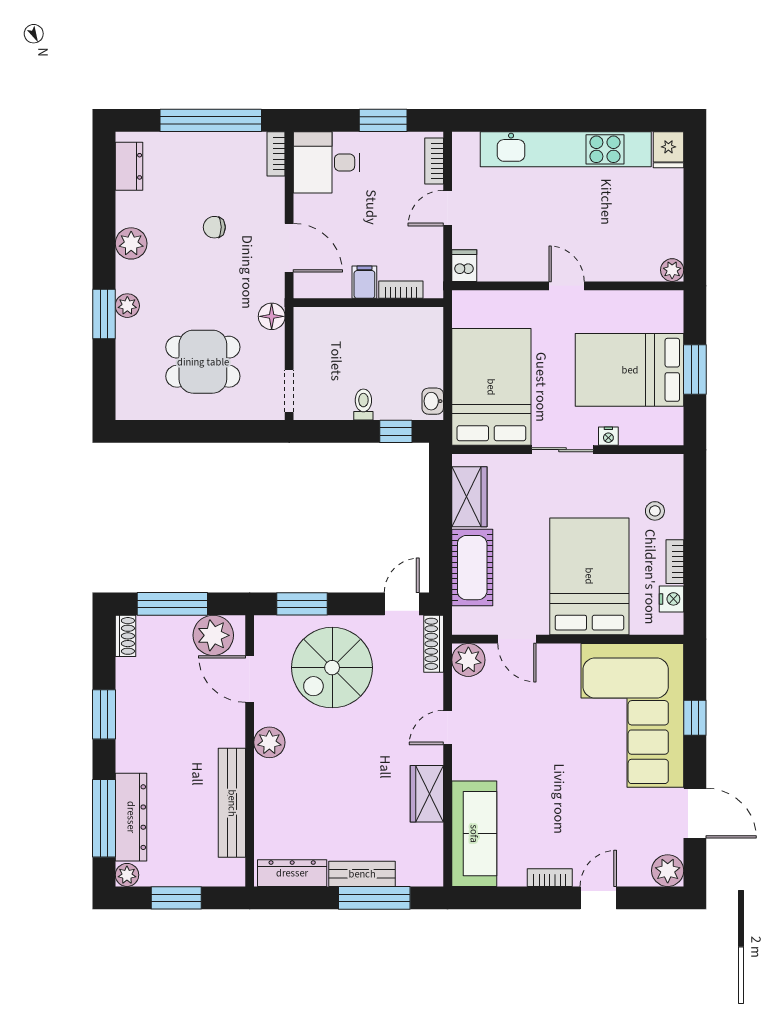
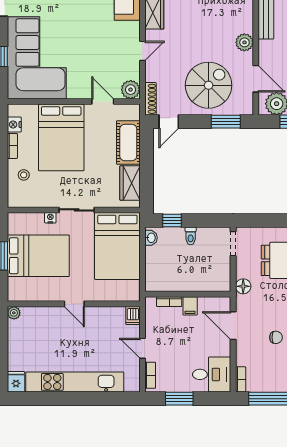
door: (448, 208) -> (142, 348), swing flipped

